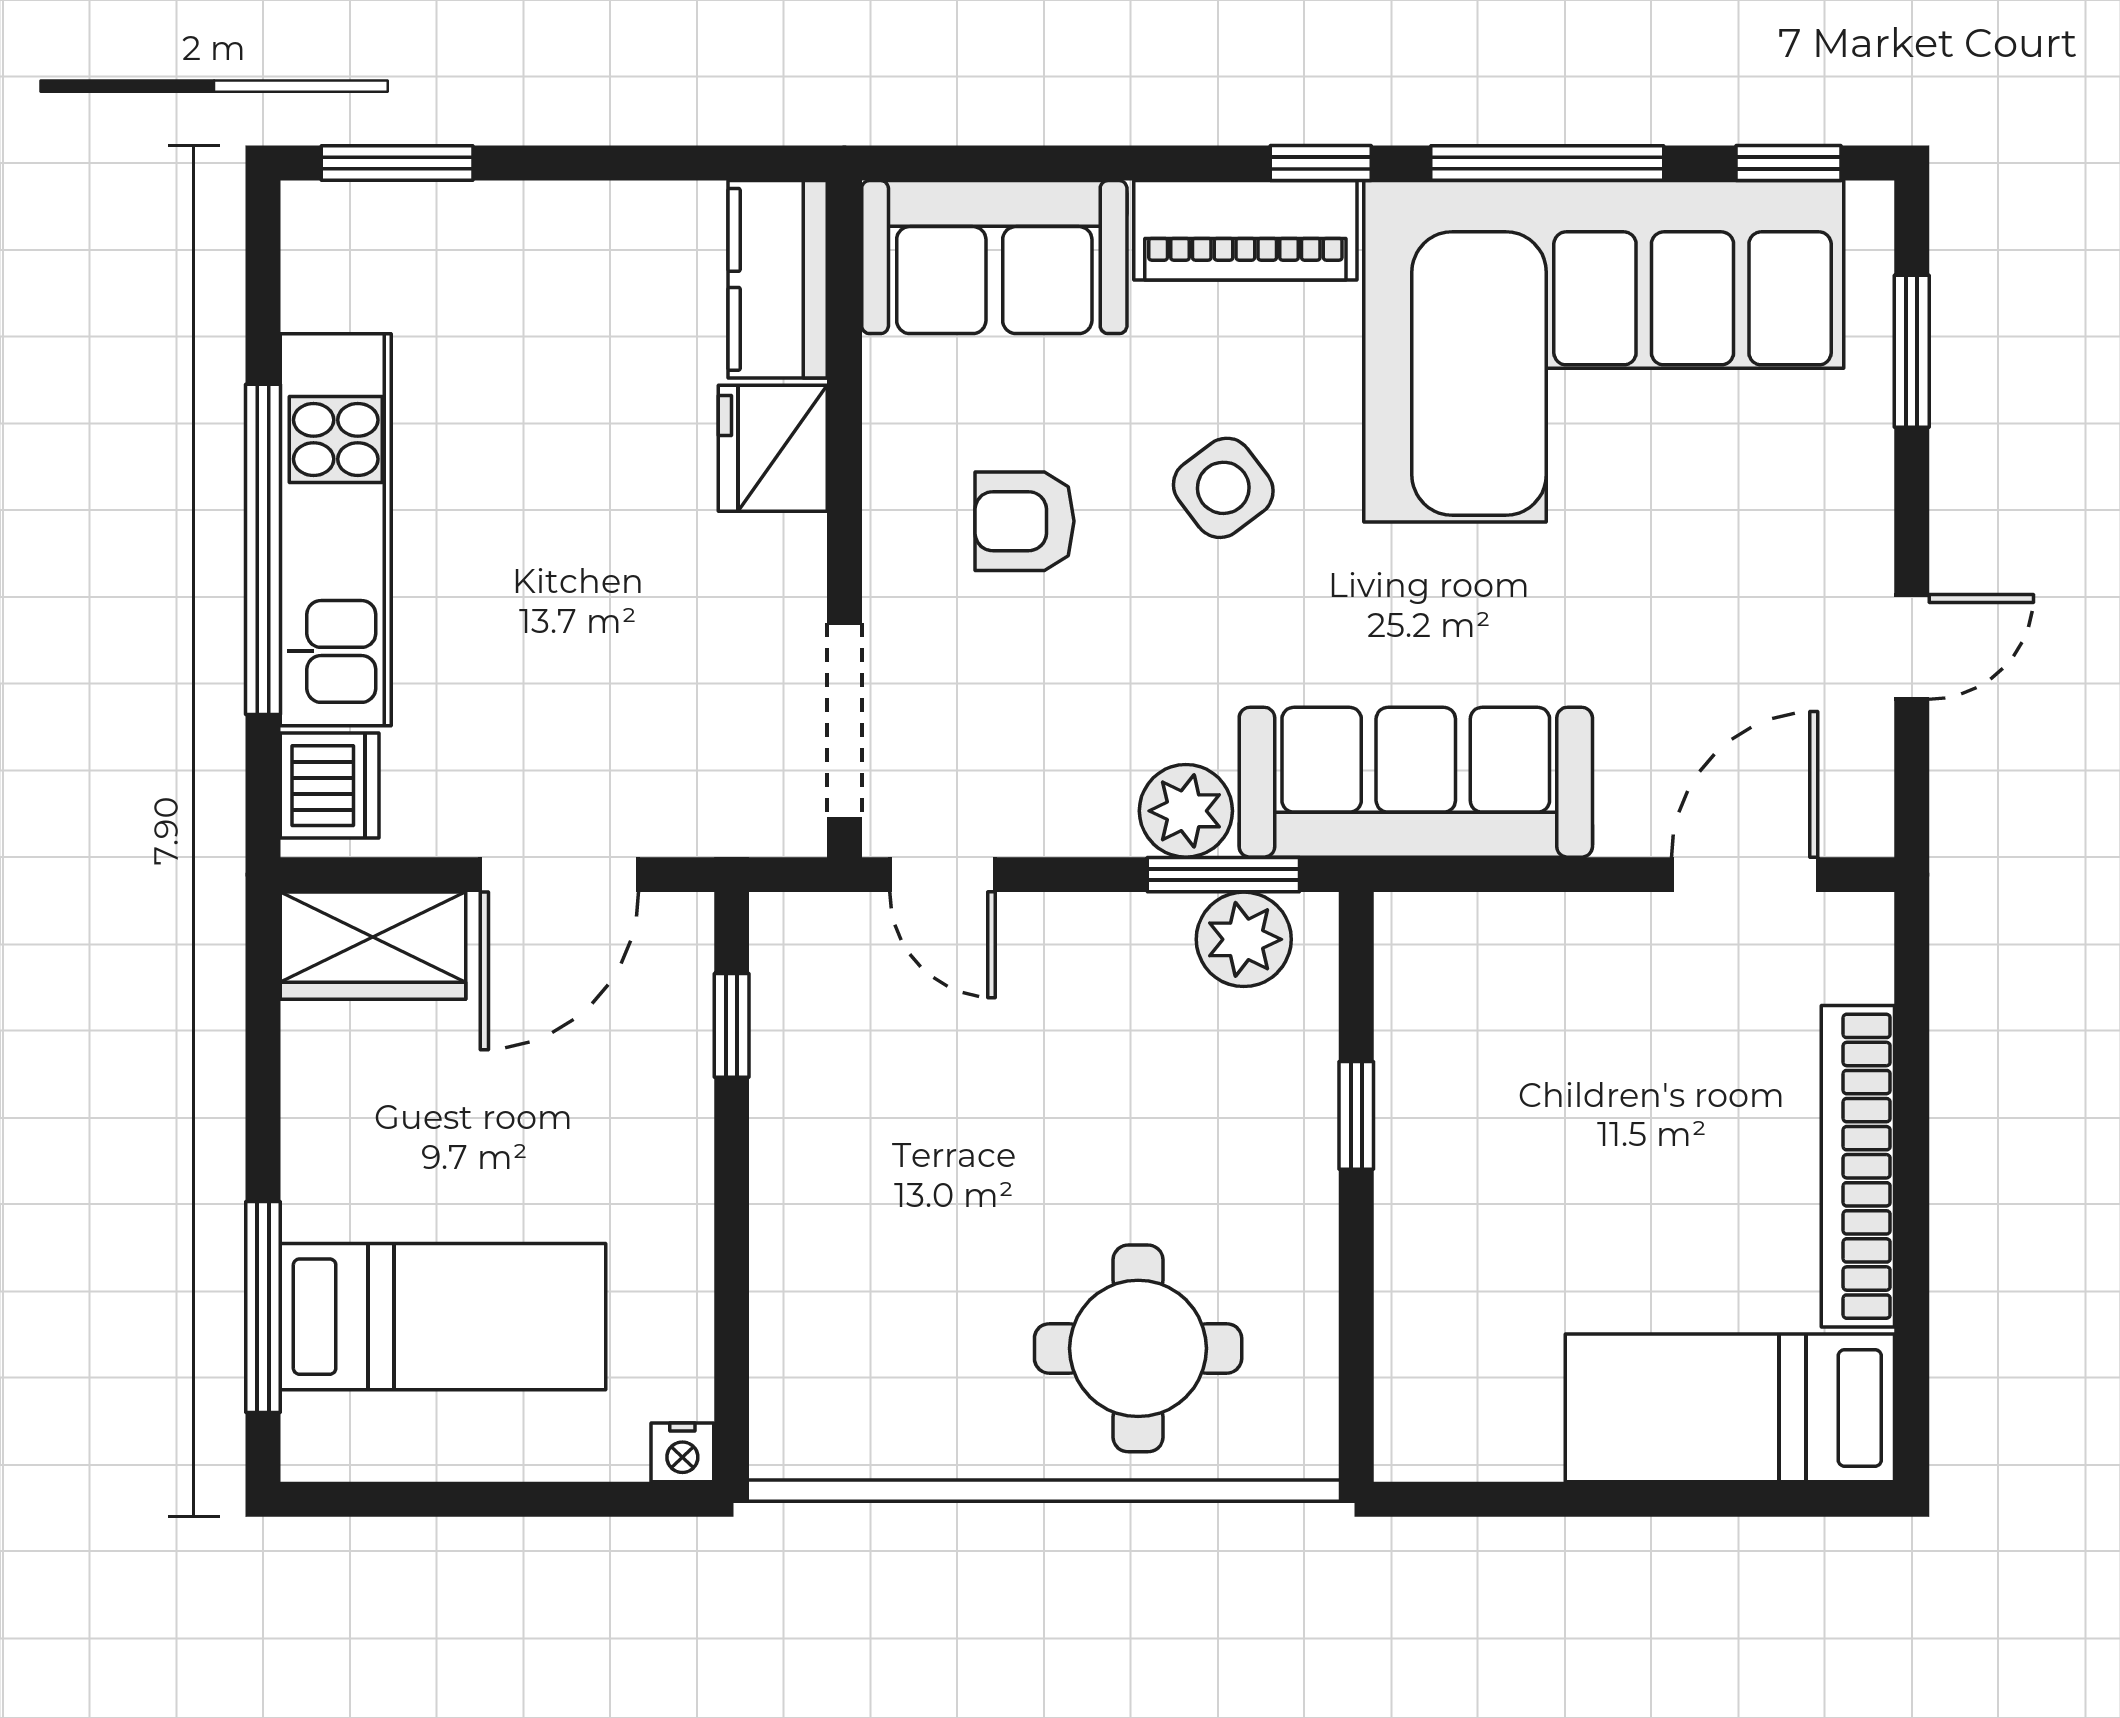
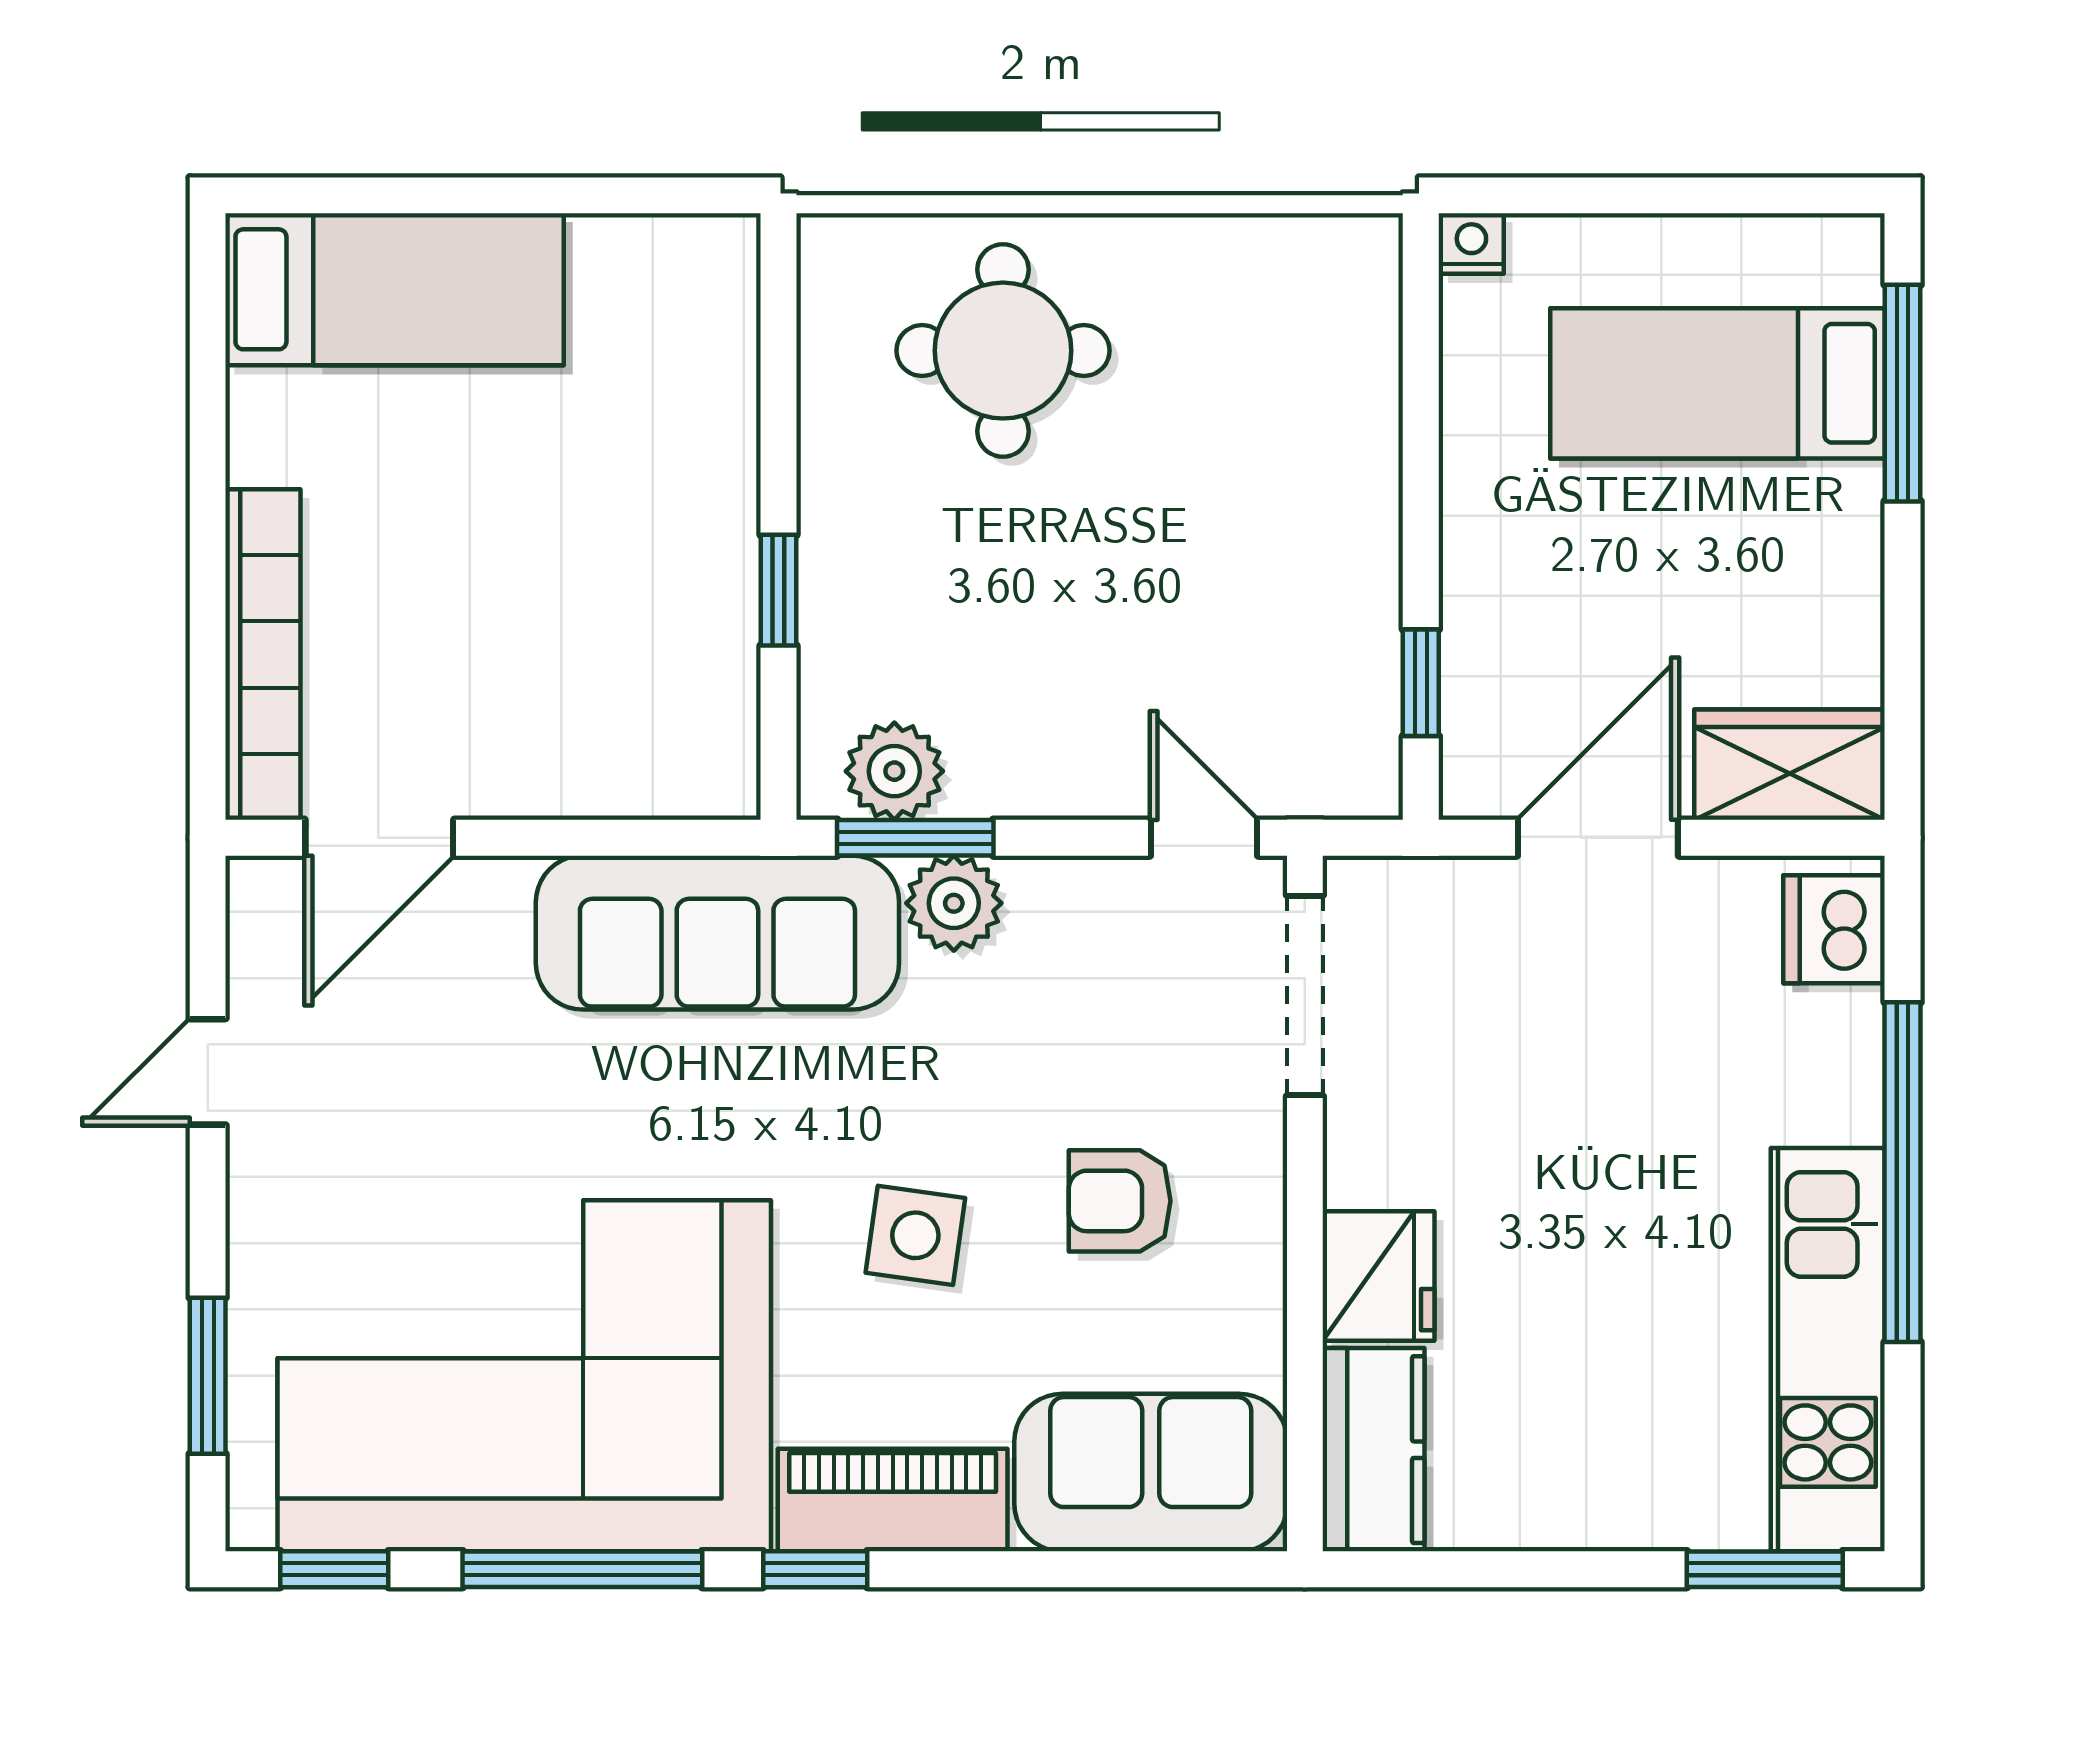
side table: (1223, 488) -> (915, 1235), turned 45
armchair: (1025, 521) -> (1120, 1201), turned 180
kitchen unit: (336, 530) -> (1828, 1350), moved
bookcase: (1858, 1166) -> (263, 655), moved

